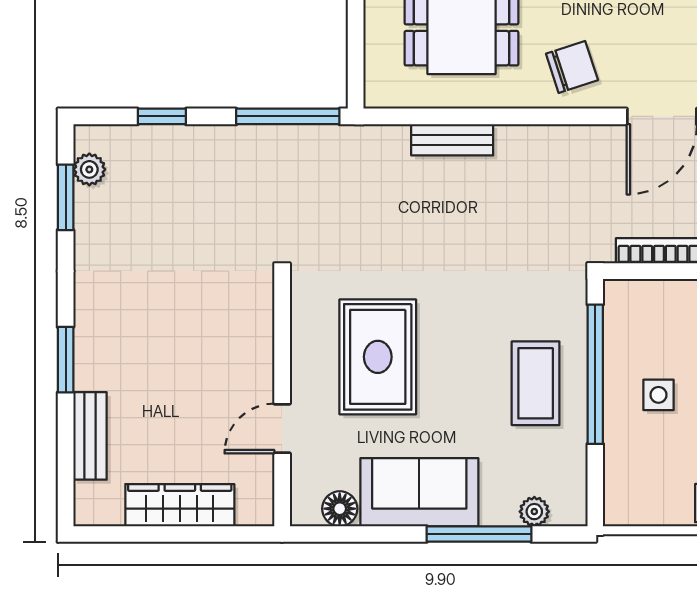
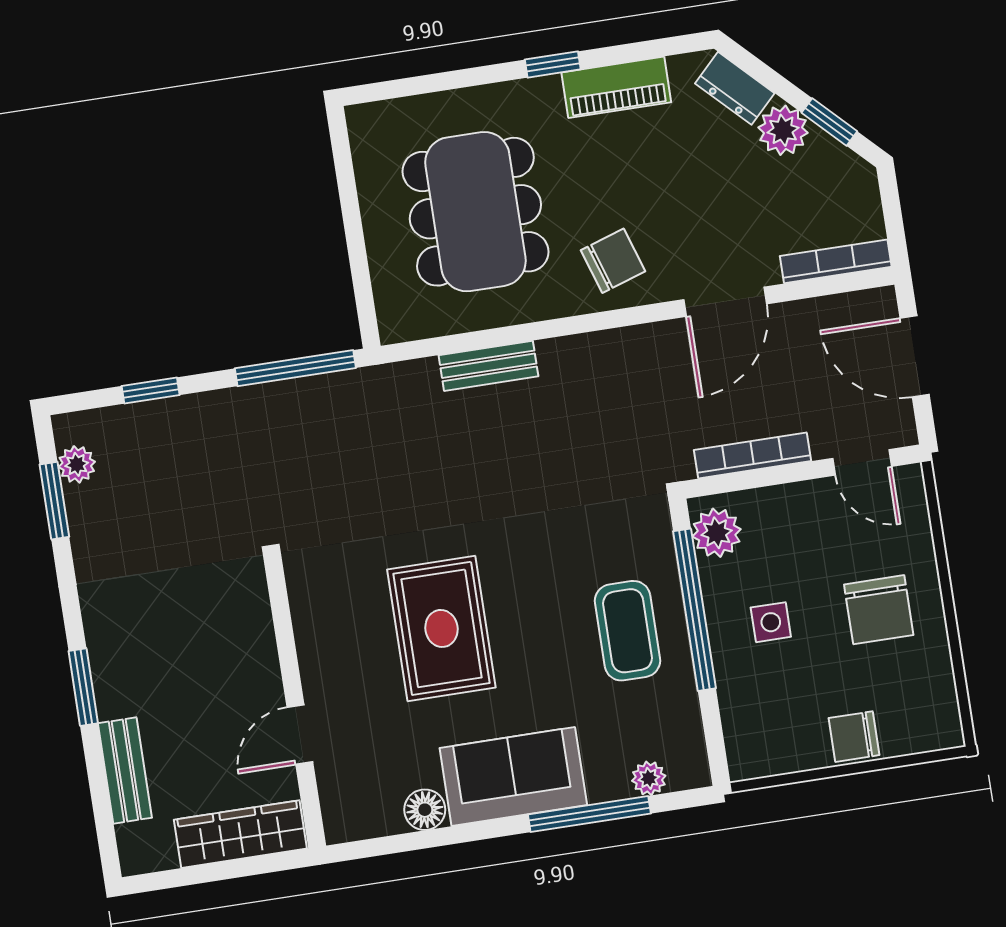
plant: (624, 312) -> (717, 533), added
wall: (282, 403) -> (295, 705), moved
door: (282, 428) -> (300, 735), moved

